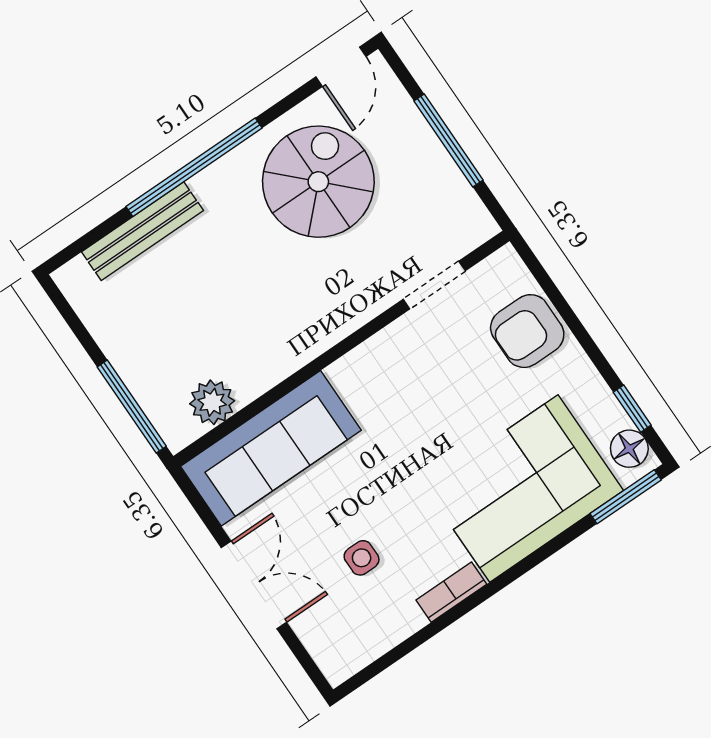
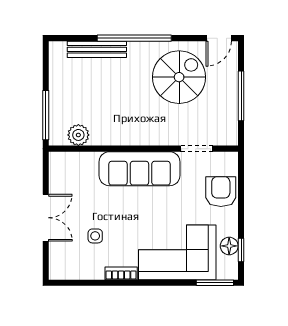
armchair: (527, 331) -> (221, 192), turned 90
sofa: (271, 448) -> (139, 169), moved
floor lamp: (629, 449) -> (229, 246), moved

